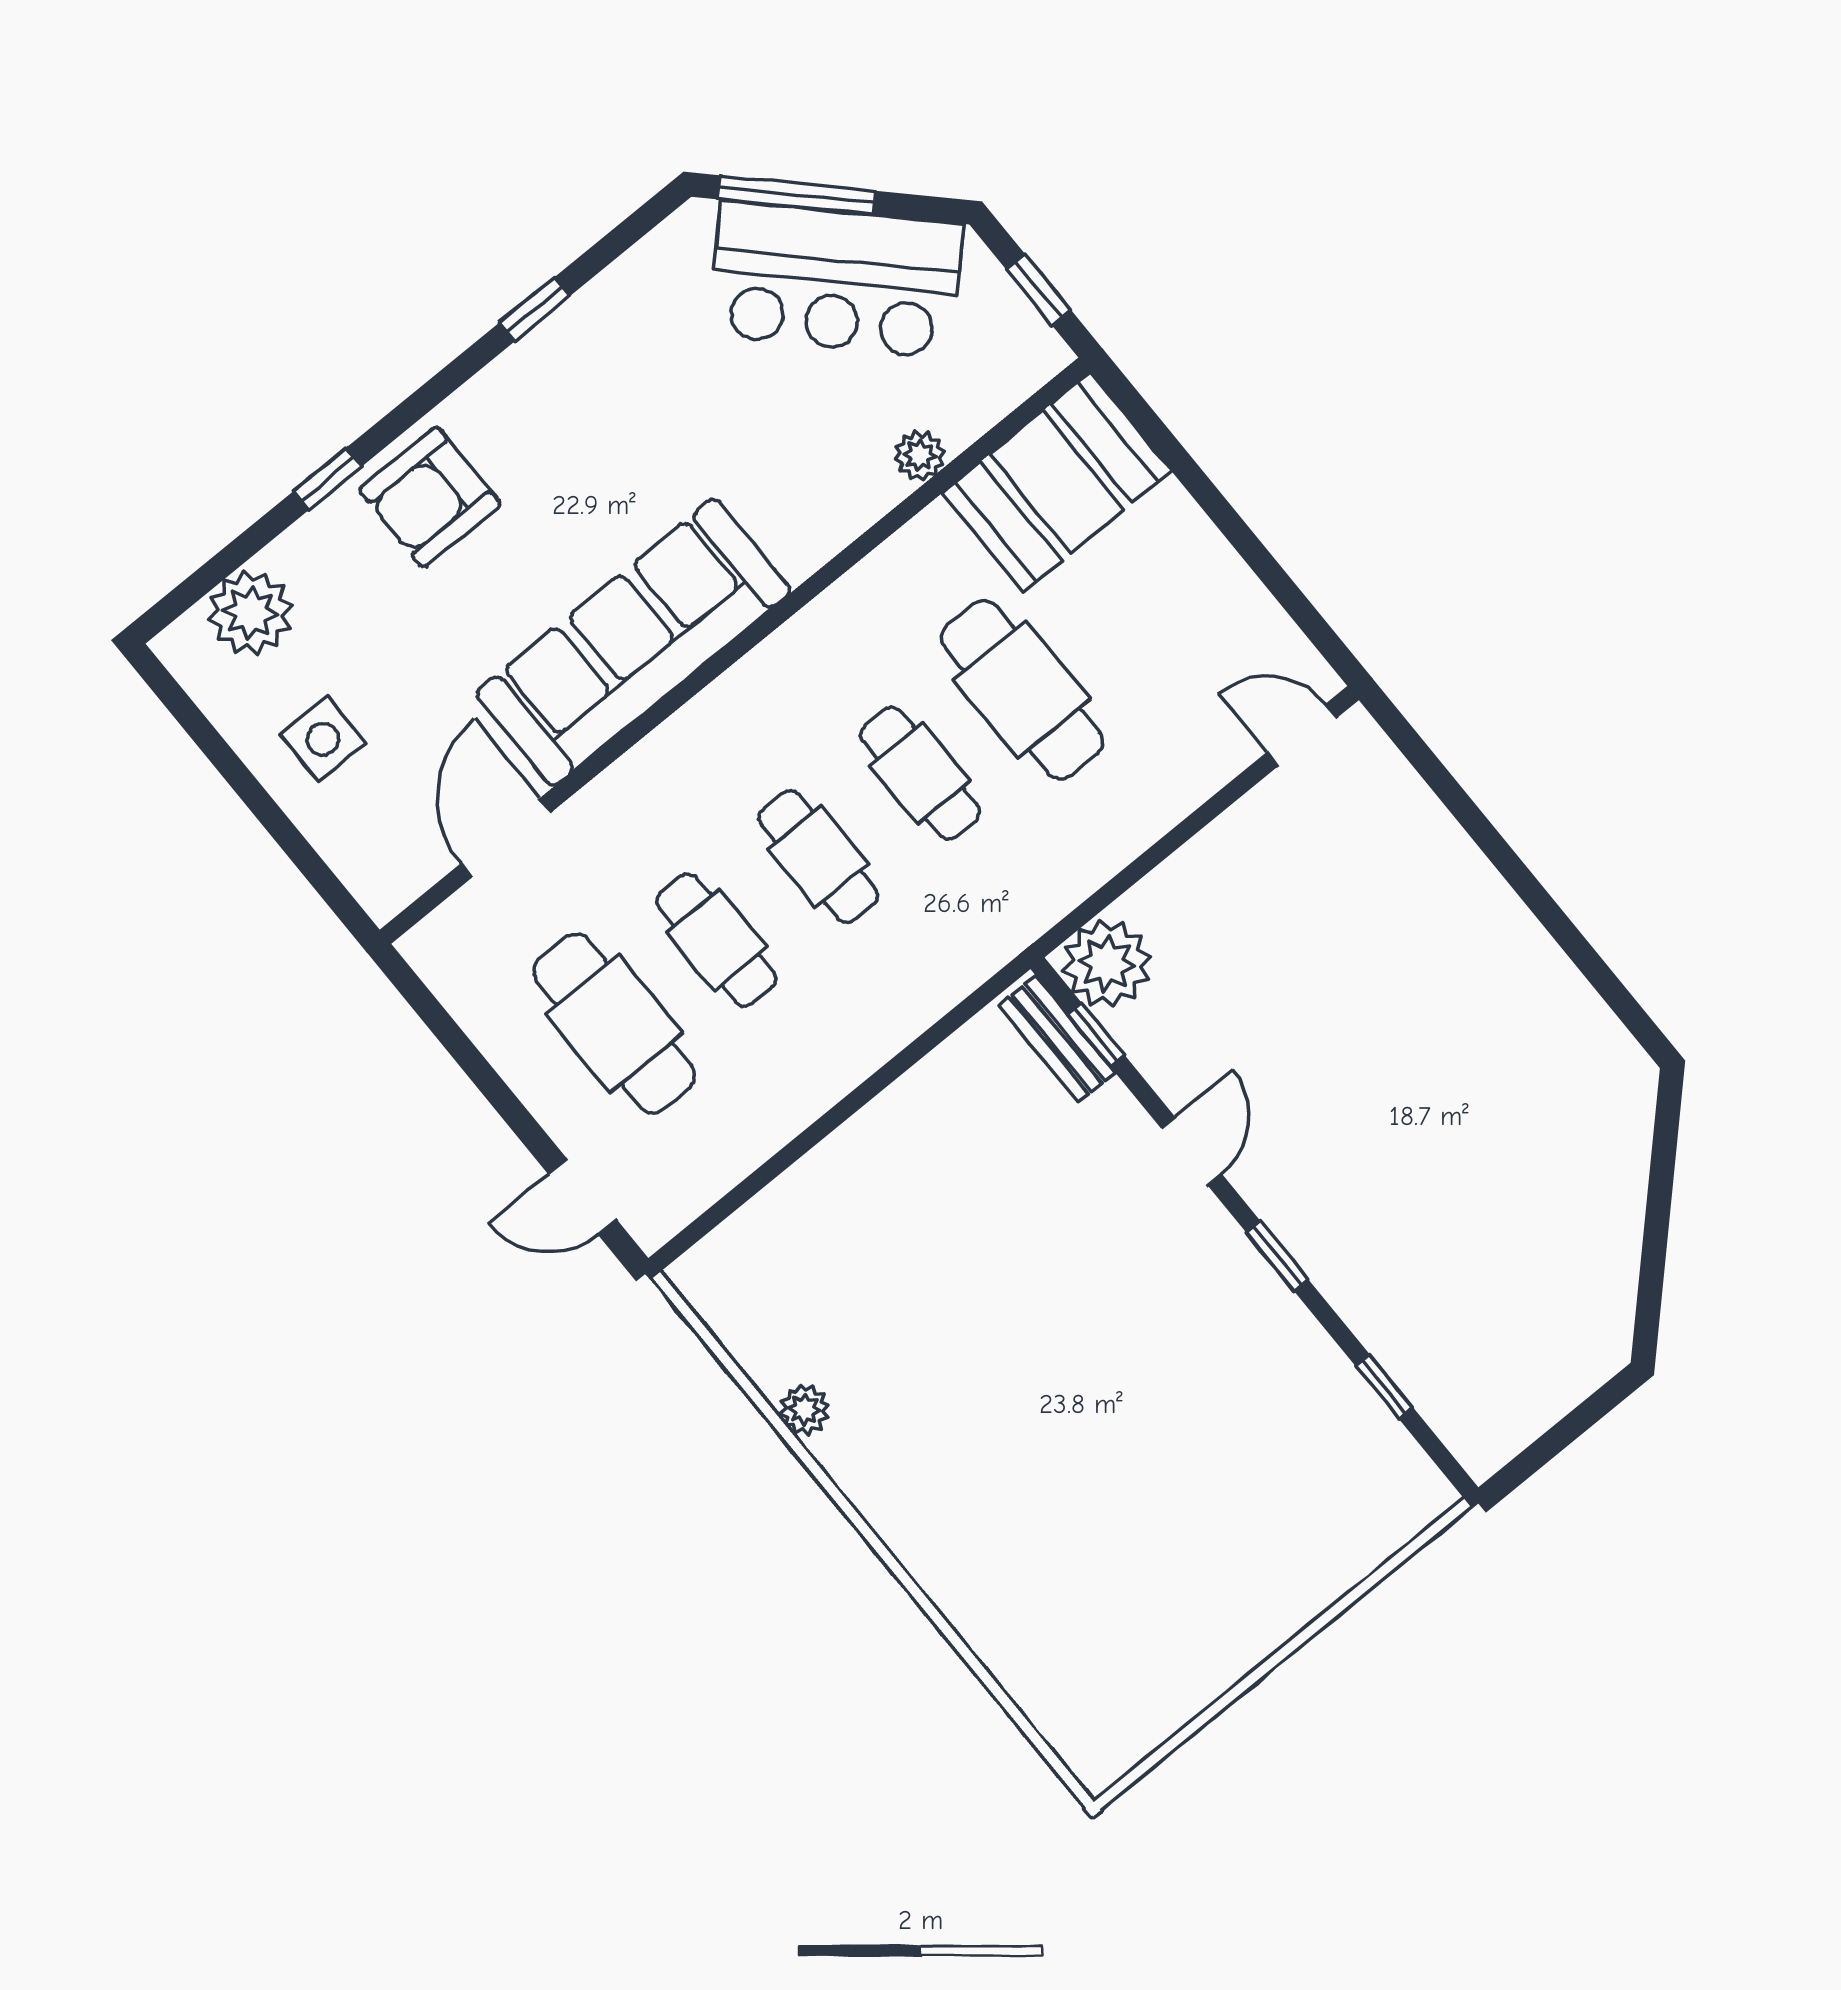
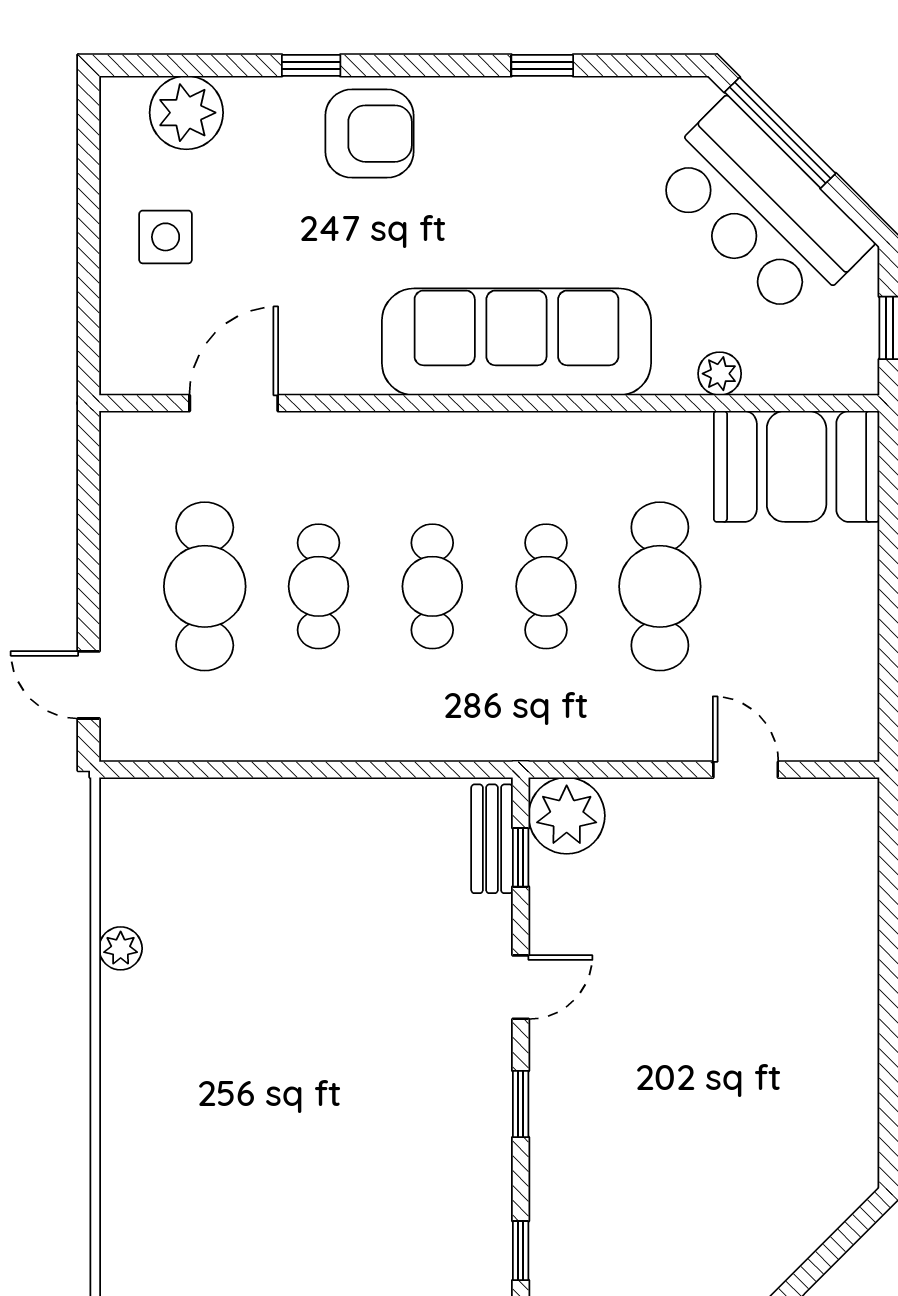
armchair: (430, 497) -> (369, 134), turned 180
sofa: (633, 642) -> (516, 342), moved
door: (1302, 735) -> (746, 770), moved

